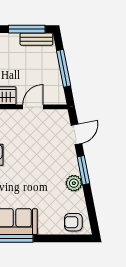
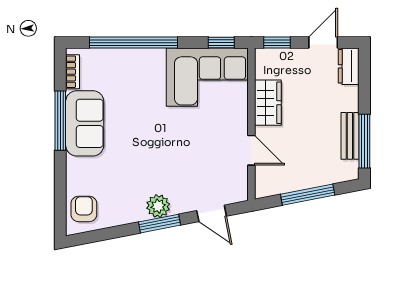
bench: (36, 39) -> (350, 136), moved
plant: (74, 183) -> (158, 206), moved

